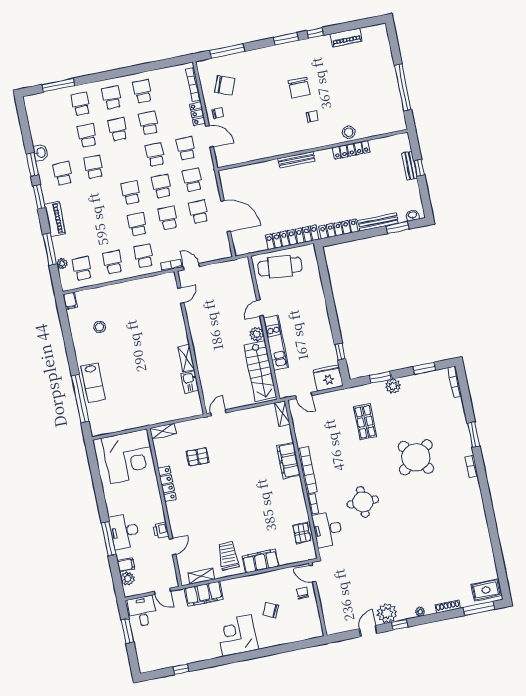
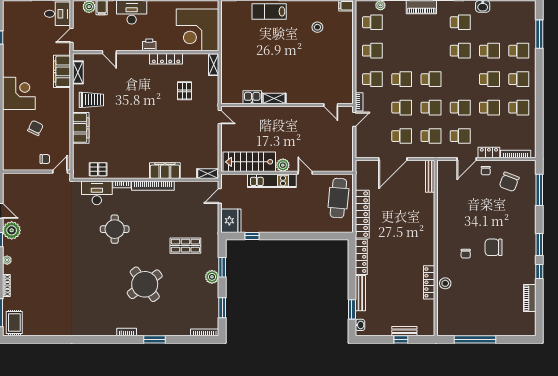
bench: (296, 160) -> (430, 176), moved
printer: (161, 530) -> (149, 45), moved

